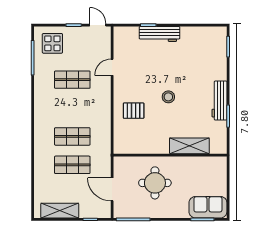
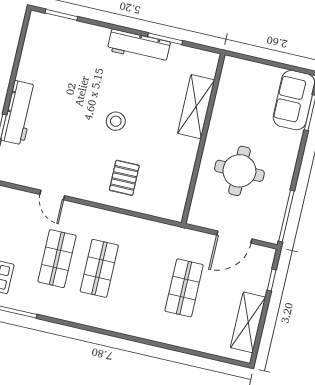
shop shelf: (72, 136) -> (99, 268), moved

